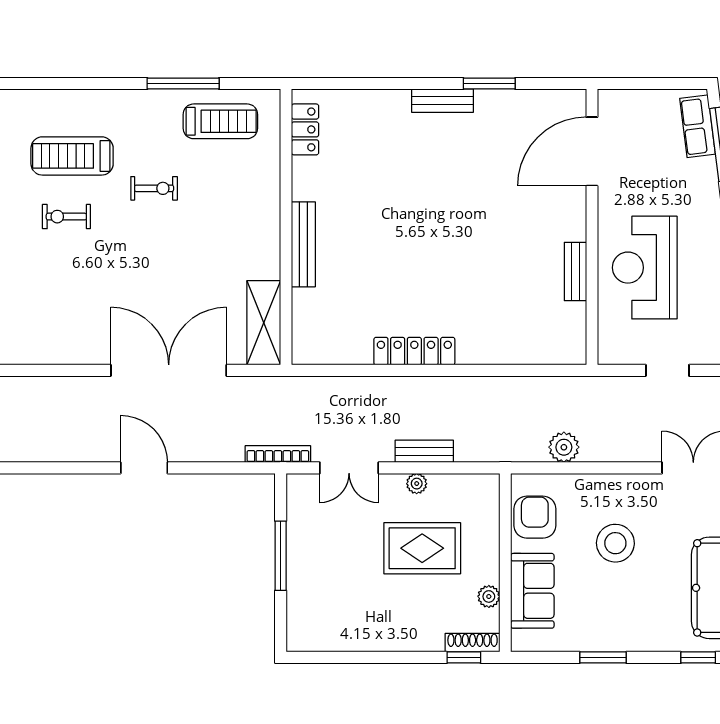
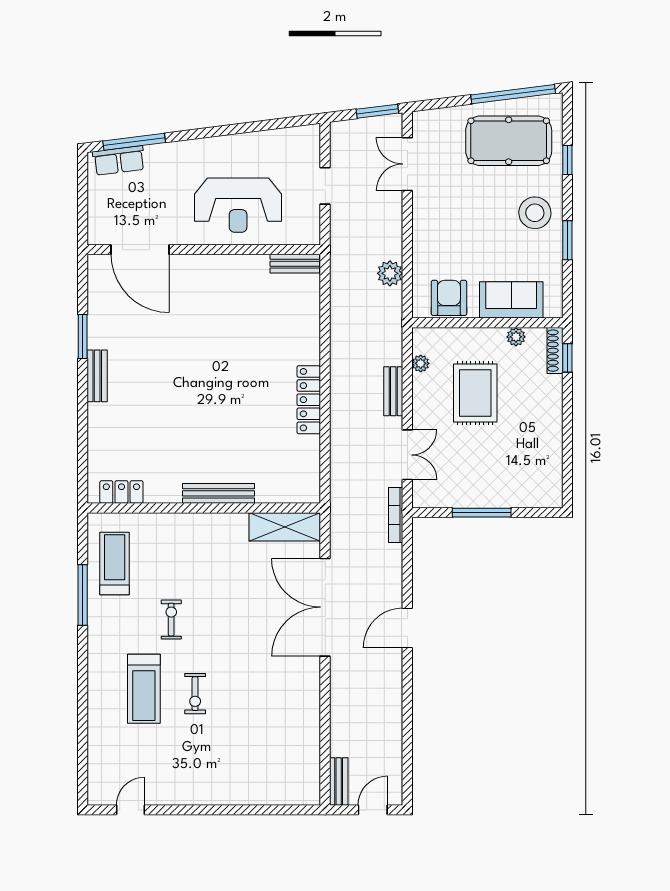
bench: (575, 272) -> (295, 264), moved
plant: (417, 484) -> (421, 363), moved
armchair: (535, 517) -> (449, 298), turned 90
stool: (615, 543) -> (535, 213), moved

